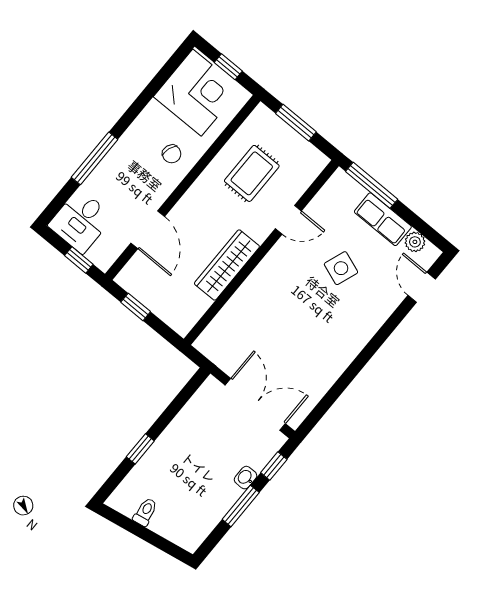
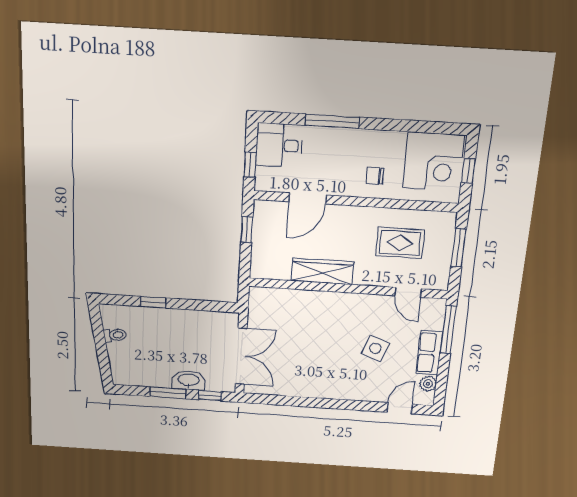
chair: (172, 154) -> (375, 176), turned 71
door: (288, 220) -> (408, 292), moved
washbasin: (246, 478) -> (189, 380), width x1.91, depth x1.45

